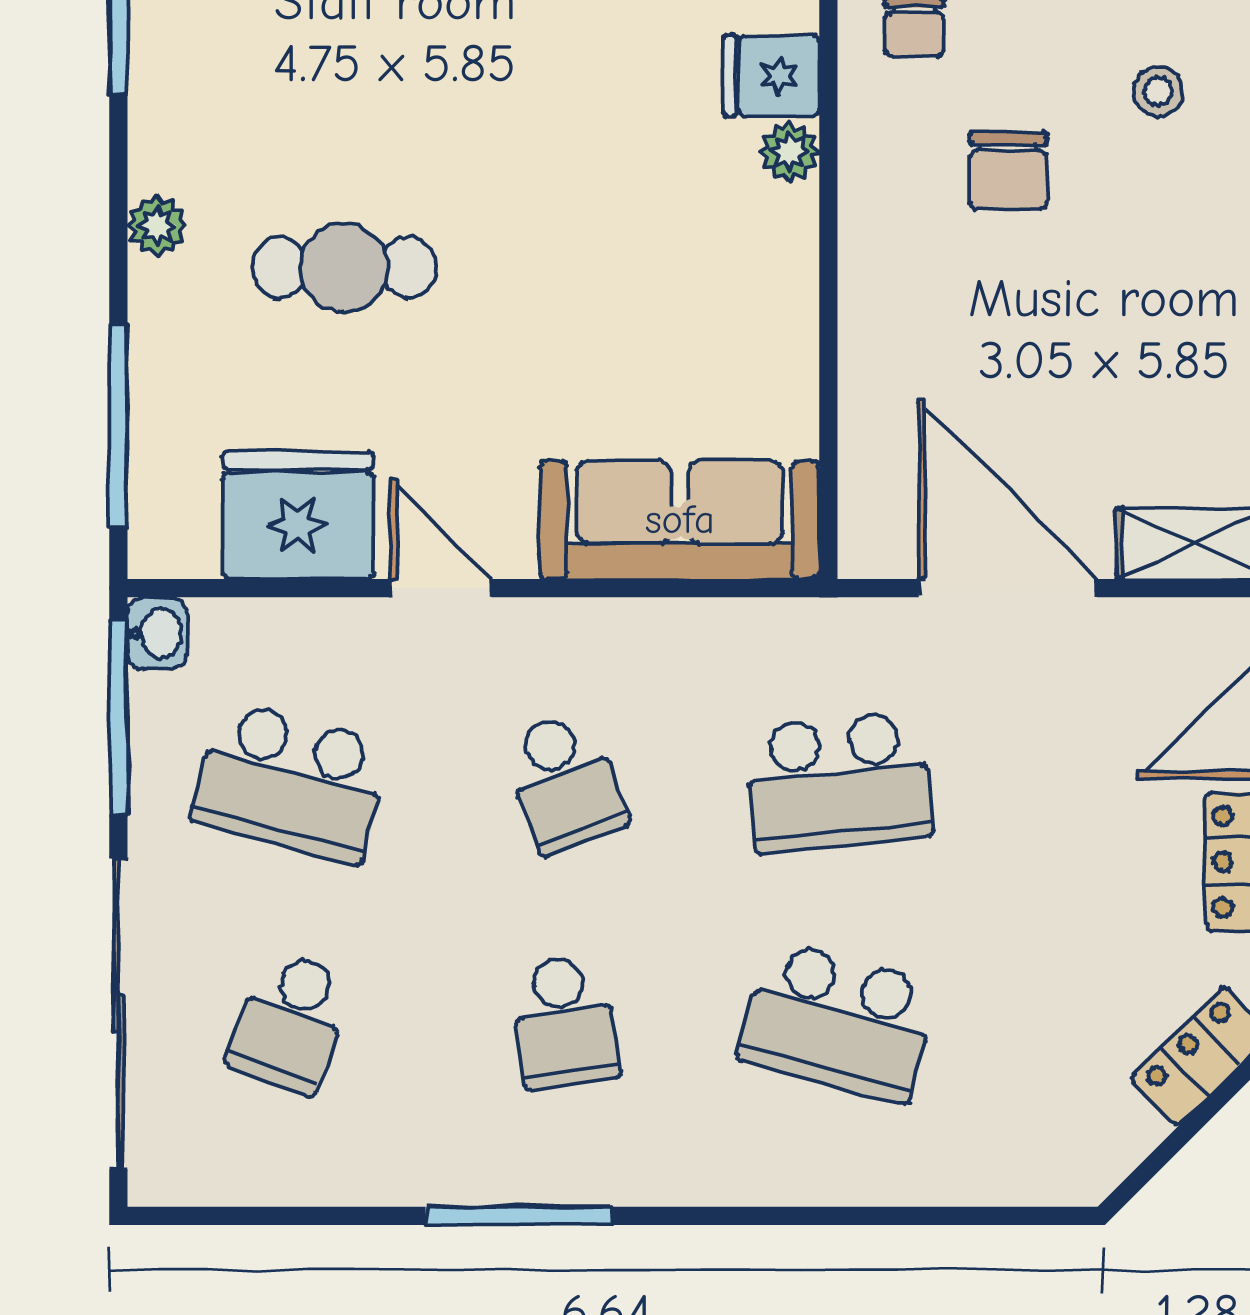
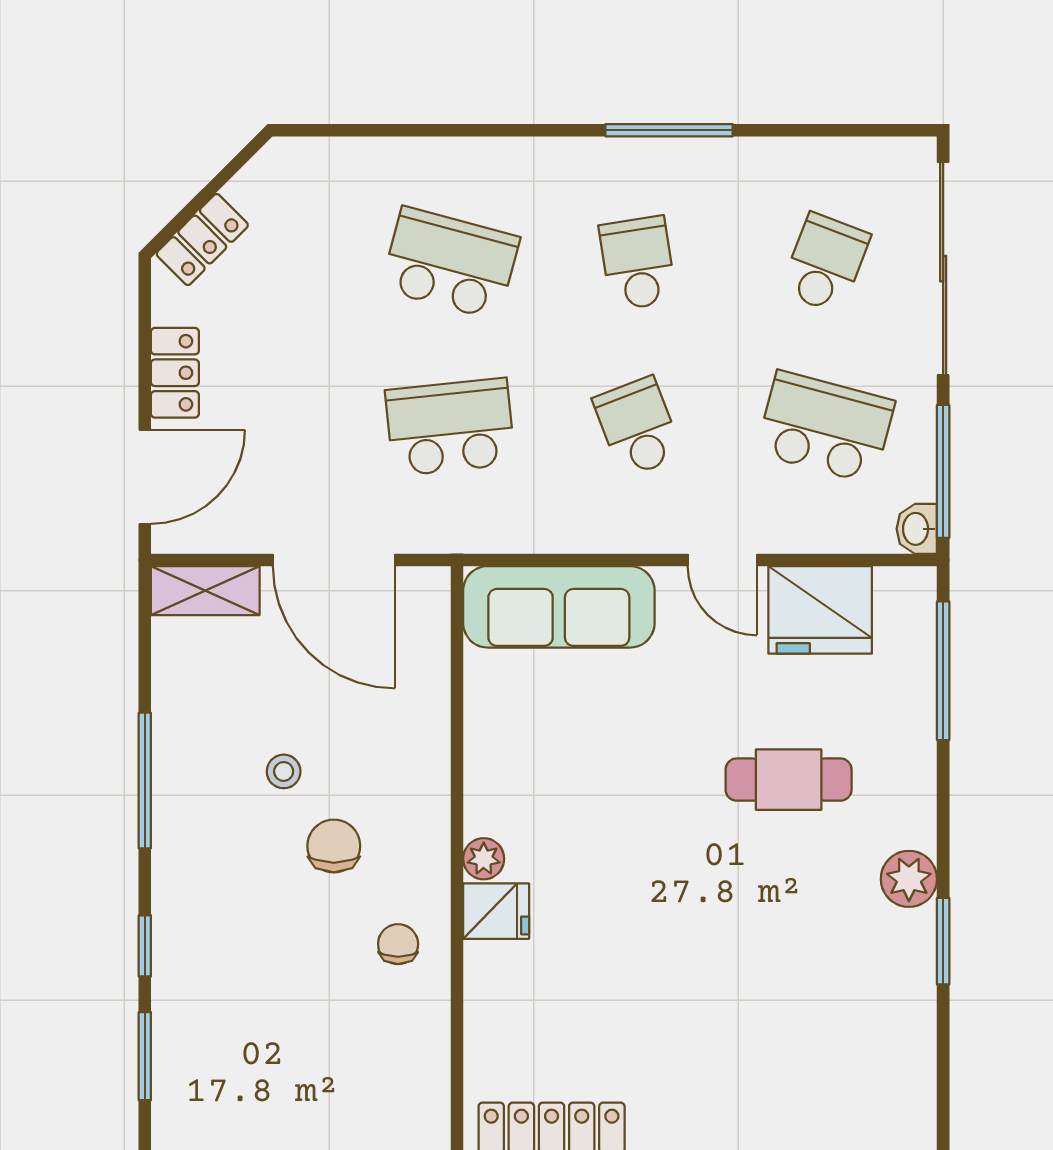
stool: (1158, 92) -> (284, 771), moved
plant: (157, 226) -> (909, 879), moved, width x1.38, depth x1.38

